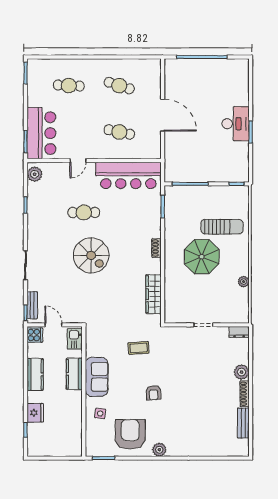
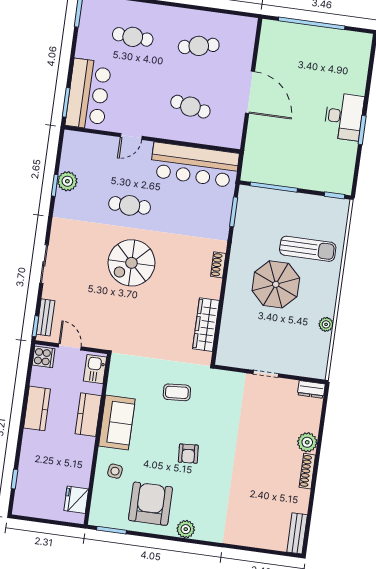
cafe table: (119, 86) -> (199, 46), turned -30
plant: (35, 174) -> (67, 181), moved
spiral stairs: (91, 255) -> (131, 263), turned 90
fridge: (35, 413) -> (76, 500), moved, turned 180
bench: (243, 423) -> (297, 533), moved

